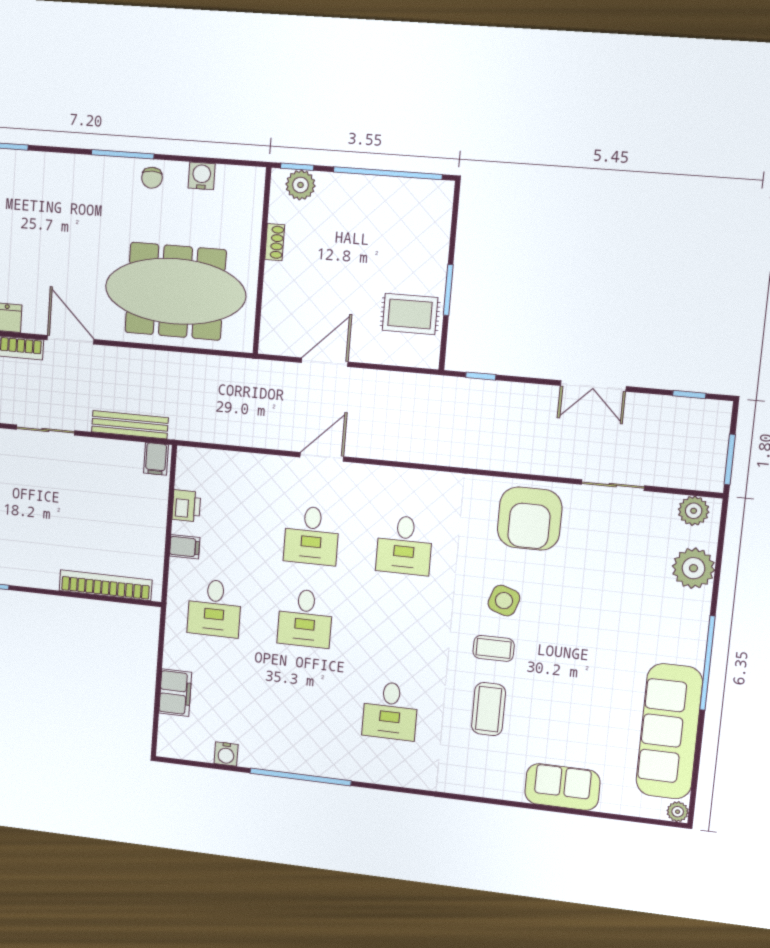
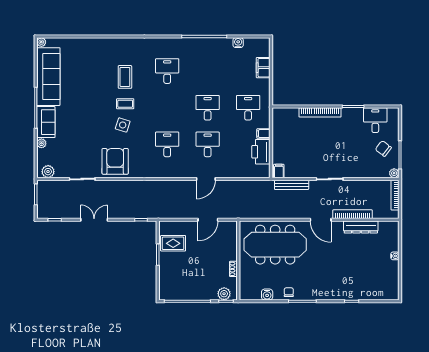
printer: (186, 506) -> (261, 152), width x1.87, depth x1.48
plant: (693, 568) -> (41, 143), width x0.53, depth x0.53
bookcase: (105, 585) -> (320, 112), moved
sofa: (562, 787) -> (46, 122), moved, turned -90

